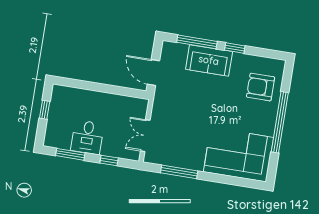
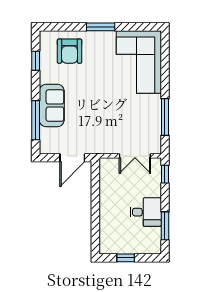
window: (235, 48) -> (36, 61), moved
window: (280, 122) -> (101, 27), width x0.47
window: (109, 161) -> (165, 174), moved

